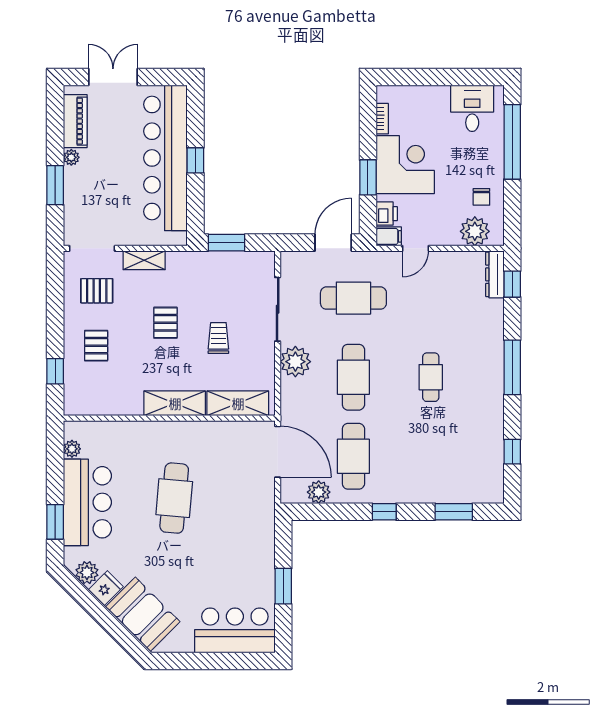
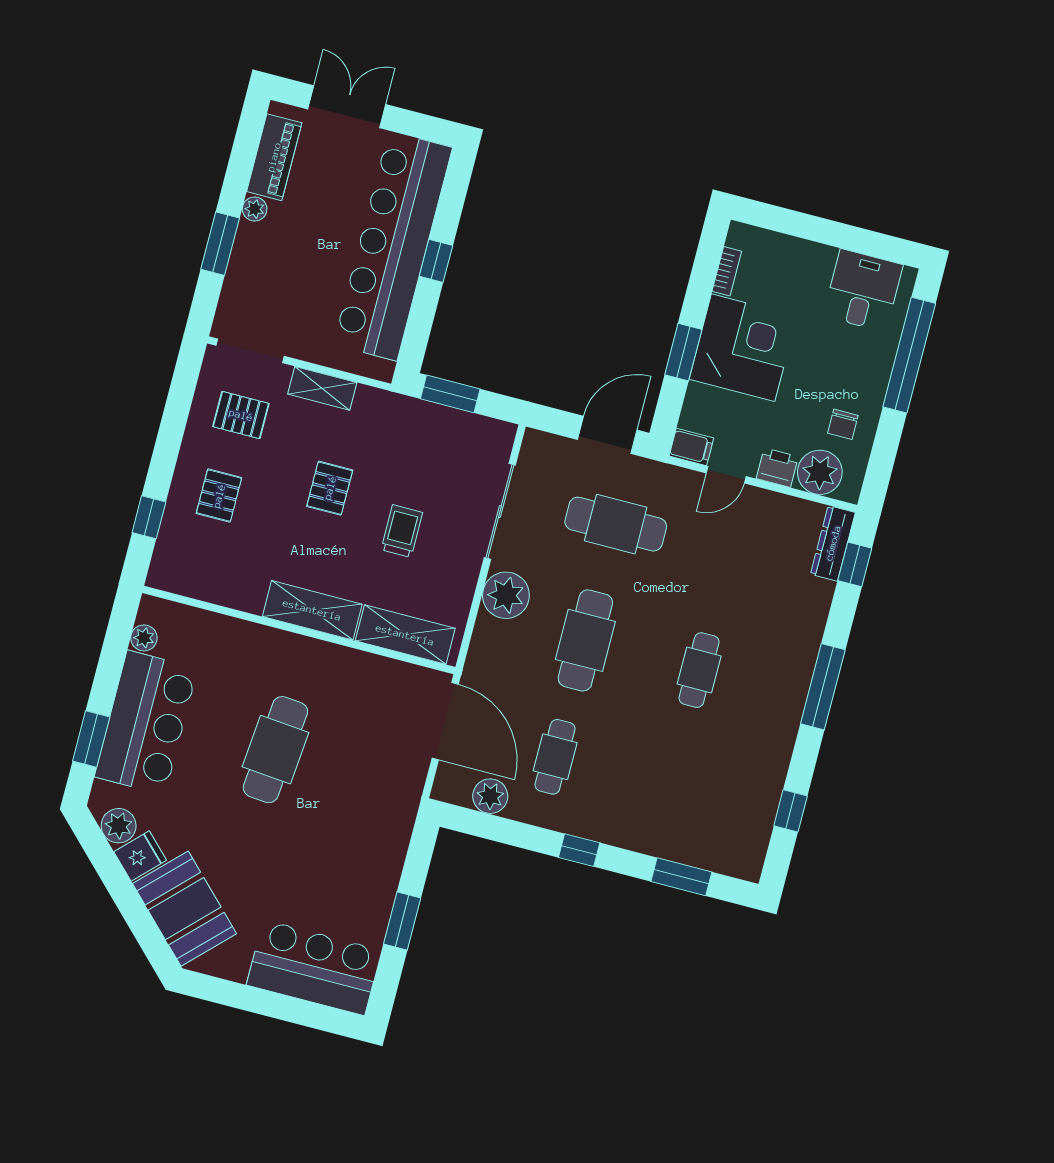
printer: (387, 214) -> (777, 468), moved, turned -90
cafe table: (353, 456) -> (555, 757), width x0.73, depth x0.74

